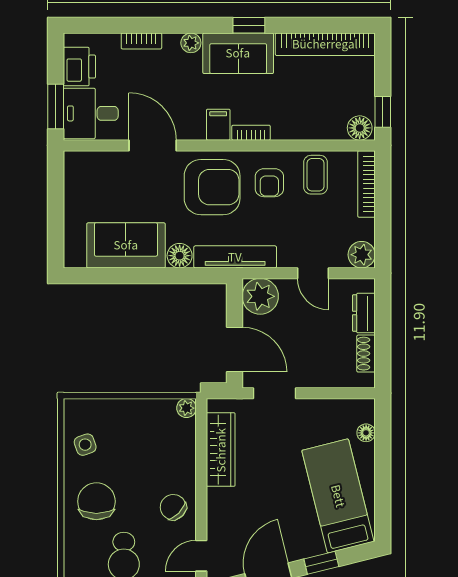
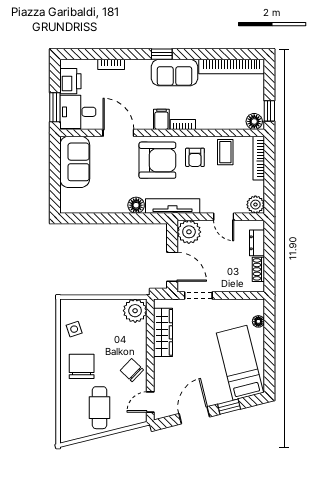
window: (249, 25) -> (162, 54), moved
plant: (191, 43) -> (144, 66), removed
sofa: (126, 245) -> (75, 162), moved, turned 90
plant: (186, 408) -> (135, 311), width x1.87, depth x1.87

